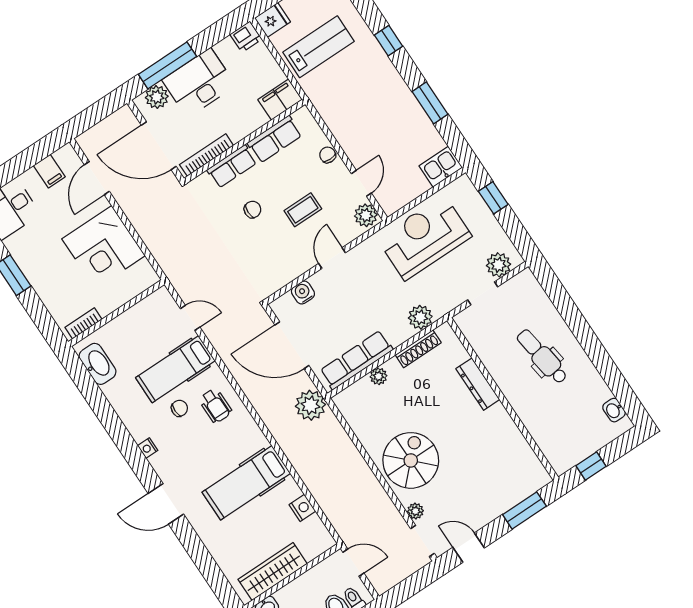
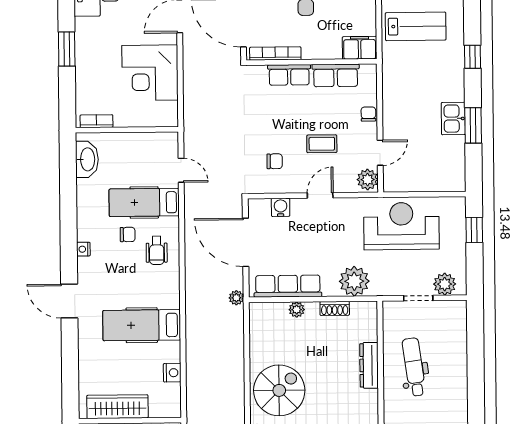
kitchen sink: (441, 167) -> (453, 119), moved, turned -90
chair: (253, 209) -> (275, 161), moved
plant: (420, 317) -> (354, 281), width x1.36, depth x1.36
shoe rack: (418, 349) -> (335, 308), width x0.70
dental chair: (542, 357) -> (414, 367), moved
plant: (310, 405) -> (236, 298), width x0.53, depth x0.53

